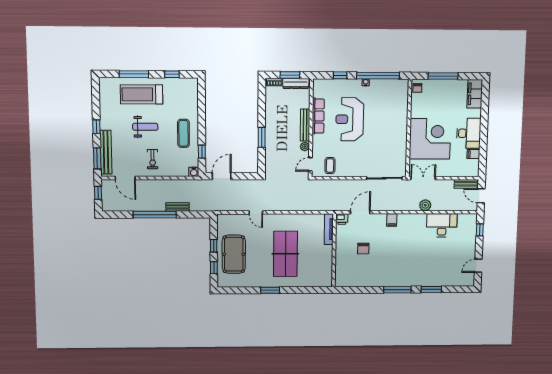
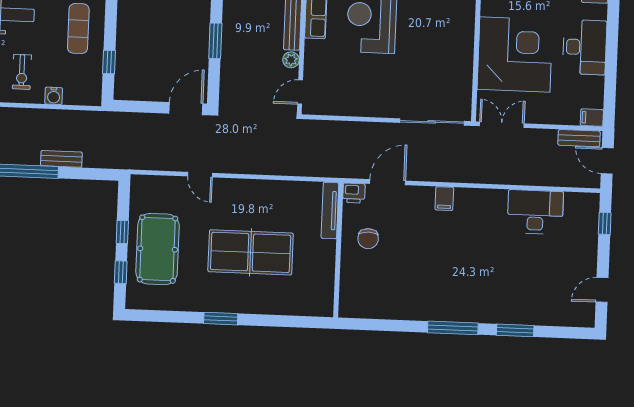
filing cabinet: (473, 154) -> (592, 118), moved
coffee table: (330, 166) -> (335, 95), removed
water cooler: (194, 172) -> (54, 96), moved
door: (222, 176) -> (186, 109), moved
plant: (425, 205) -> (505, 174), removed
chair: (363, 249) -> (368, 239), moved
table tennis table: (285, 254) -> (251, 252), turned 90

